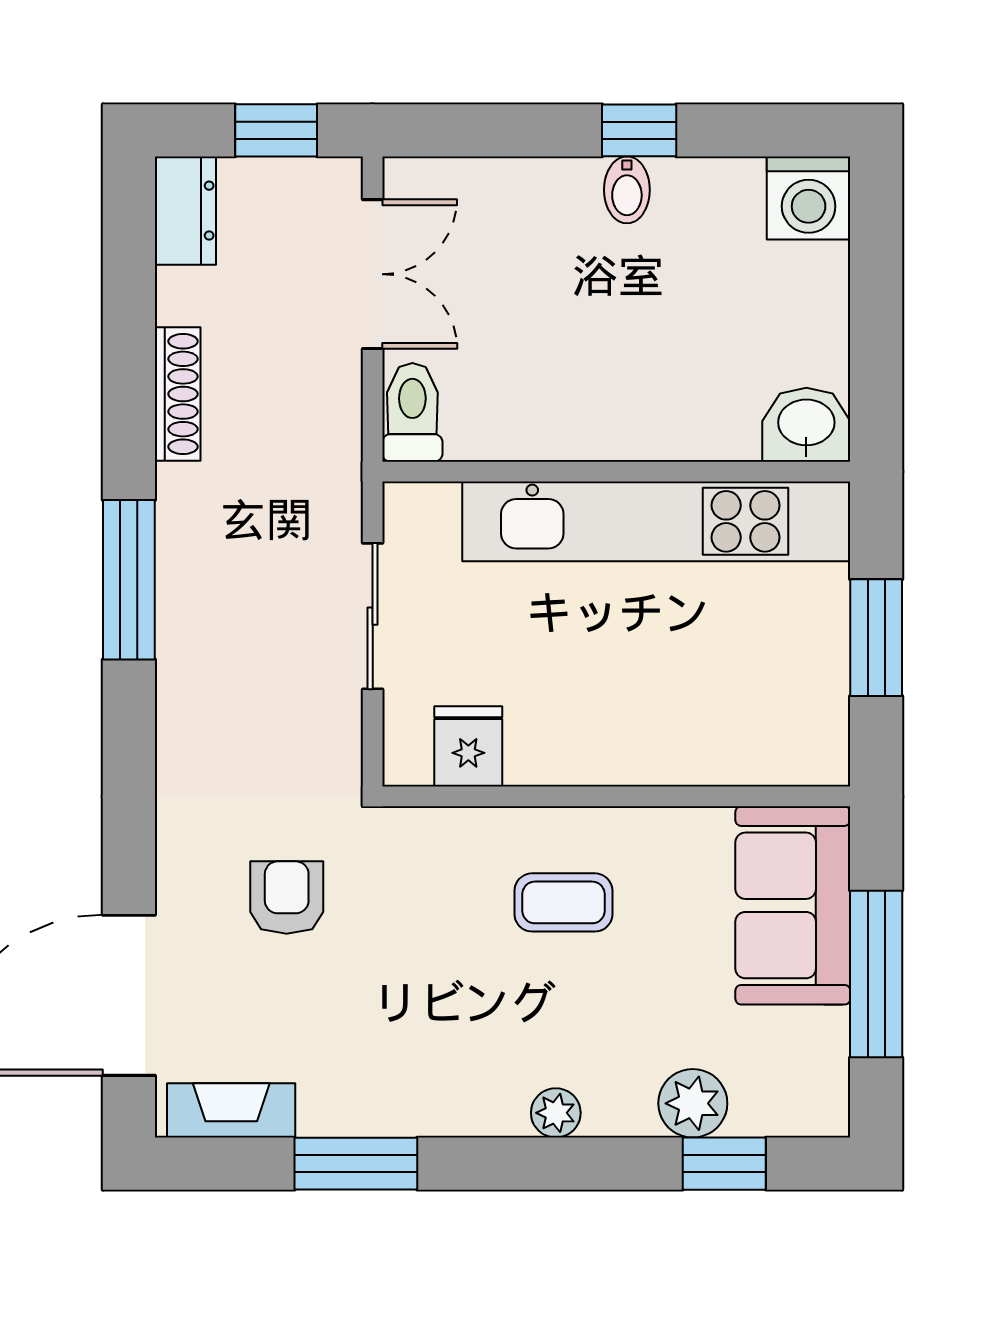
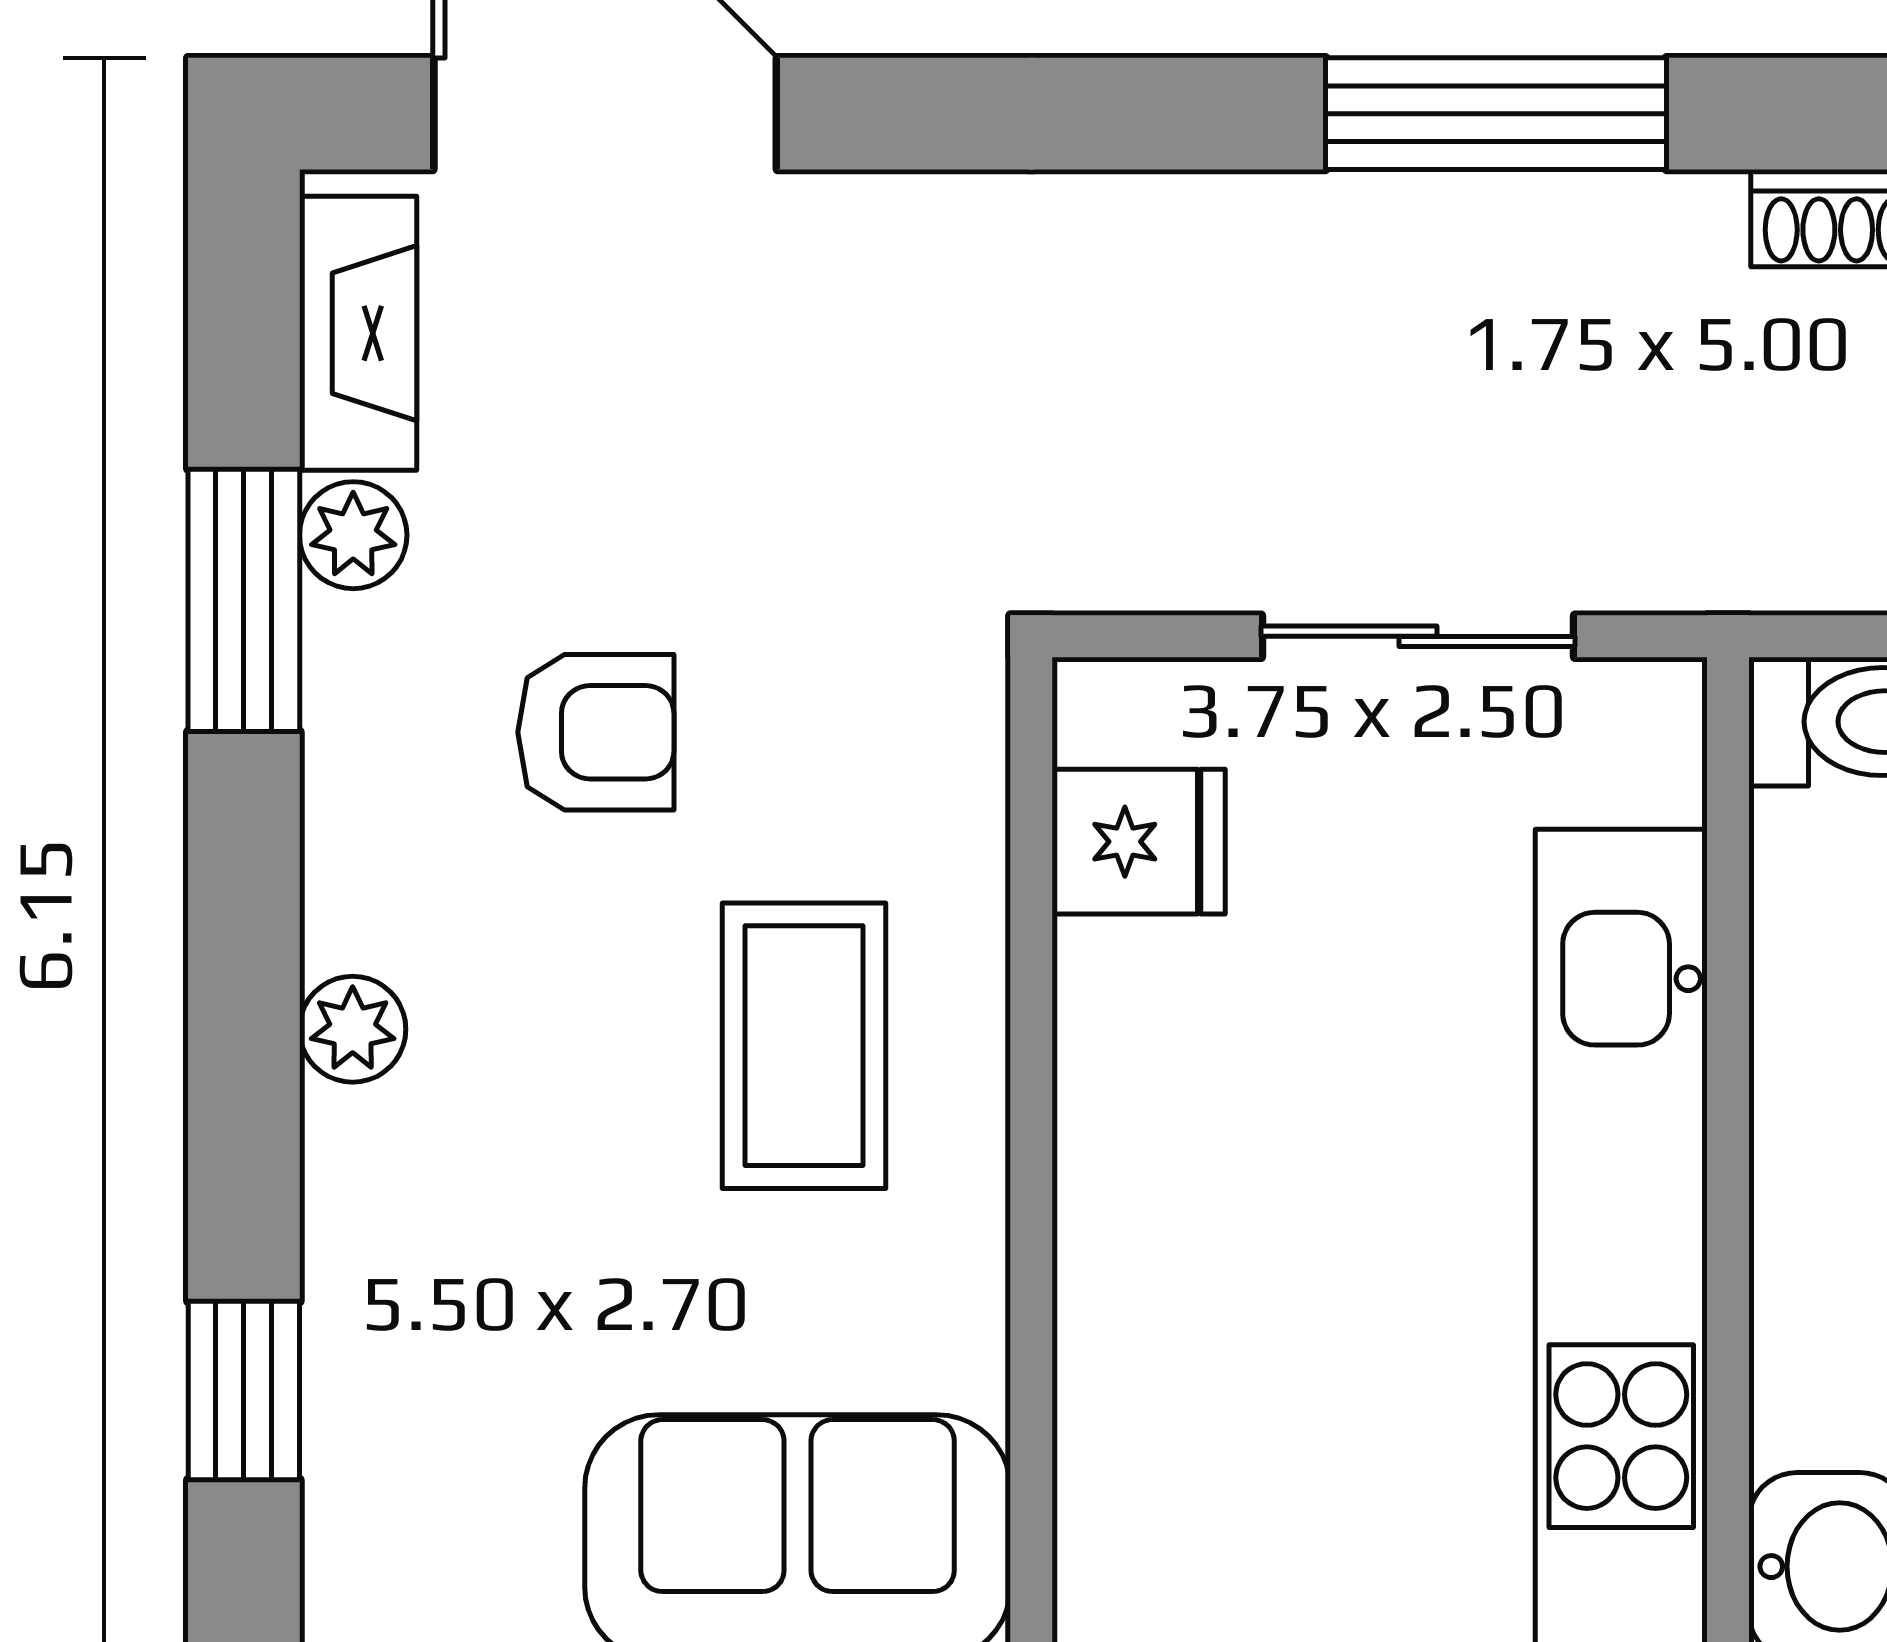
armchair: (287, 897) -> (596, 732), moved
coffee table: (563, 902) -> (804, 1046), width x1.36, depth x1.30
plant: (693, 1103) -> (353, 535), moved, width x0.73, depth x0.73

